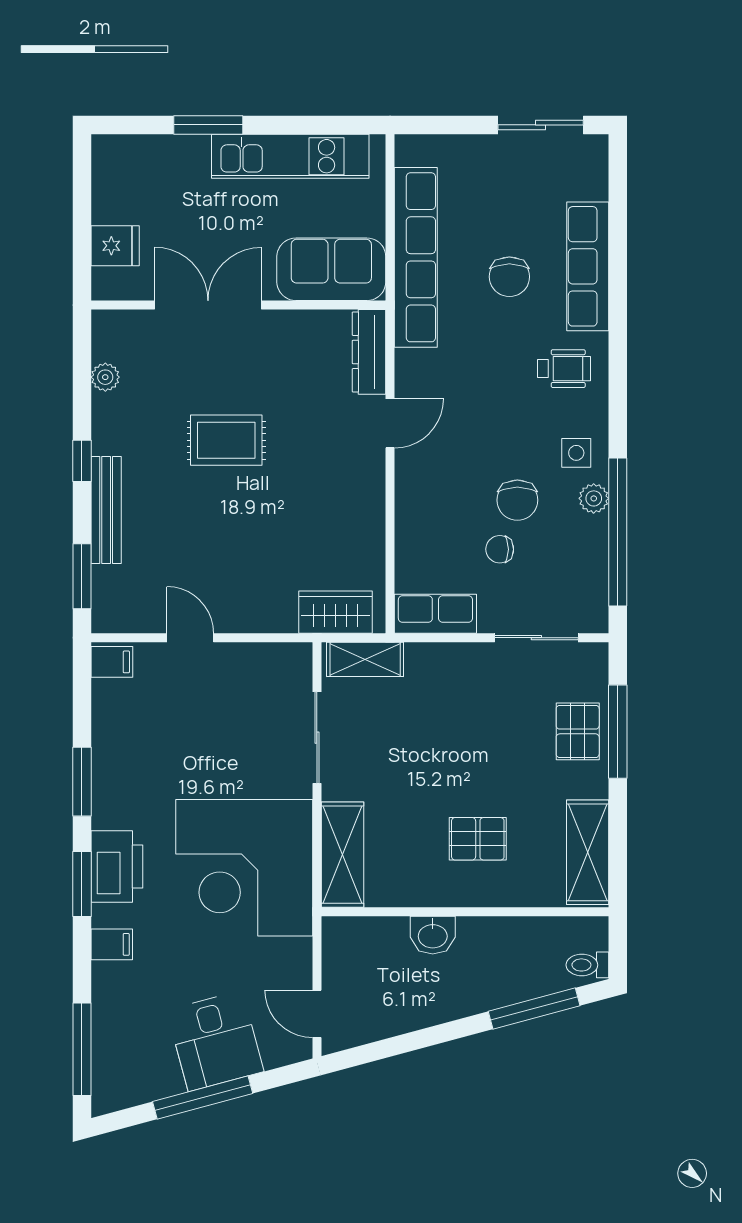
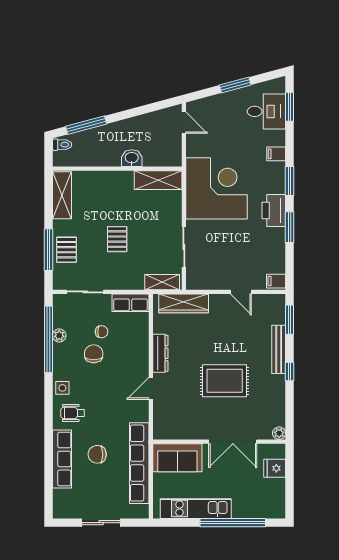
window: (208, 125) -> (233, 523), width x2.11
sliding door: (541, 125) -> (101, 523), moved
chair: (509, 277) -> (97, 454), turned -90
dresser: (369, 352) -> (160, 353), moved
plant: (105, 377) -> (279, 433), moved
rug: (226, 440) -> (225, 381), width x1.36, depth x1.43
side table: (576, 453) -> (62, 388), moved
plant: (594, 498) -> (59, 335), moved
wardrobe: (336, 612) -> (184, 303), width x1.50
pallet: (478, 839) -> (117, 239), moved, turned 90
shelving: (342, 855) -> (158, 180), moved, turned 90
printer: (117, 866) -> (274, 210), moved
desk: (215, 1041) -> (266, 111), moved, turned 105
window: (82, 1049) -> (290, 107), width x0.69
window: (203, 1098) -> (235, 85), width x0.69

